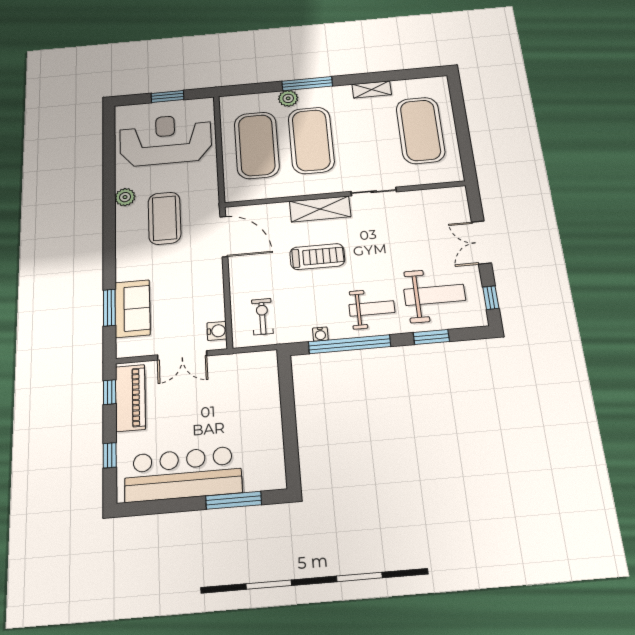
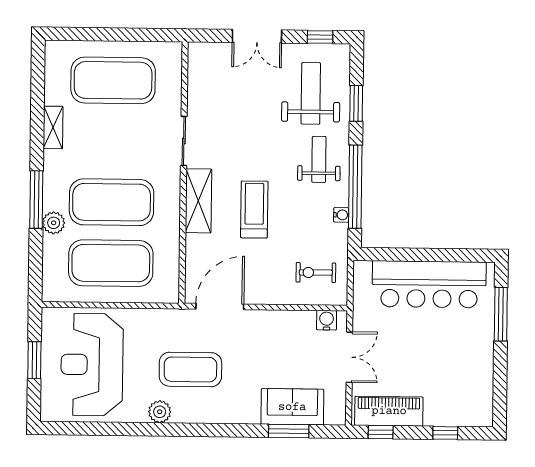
bar counter: (183, 474) -> (429, 284), moved, turned -90

